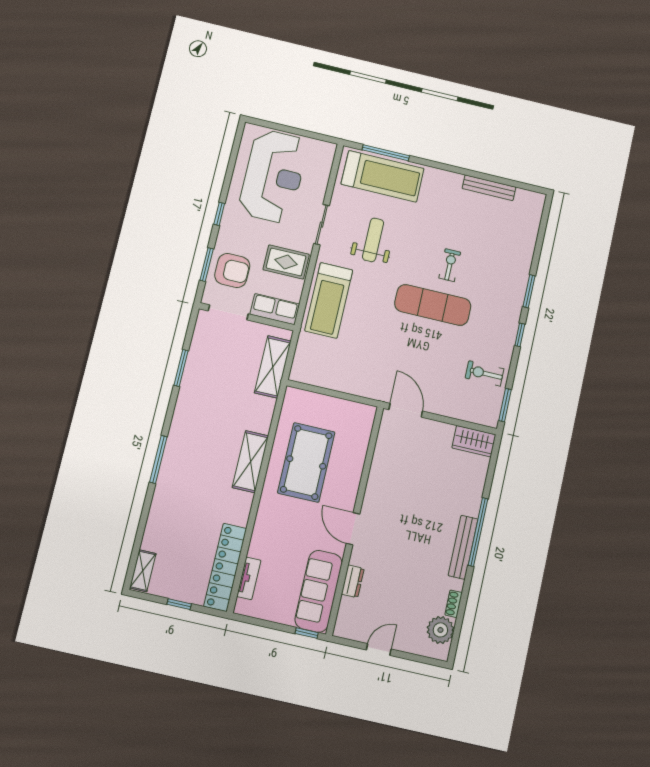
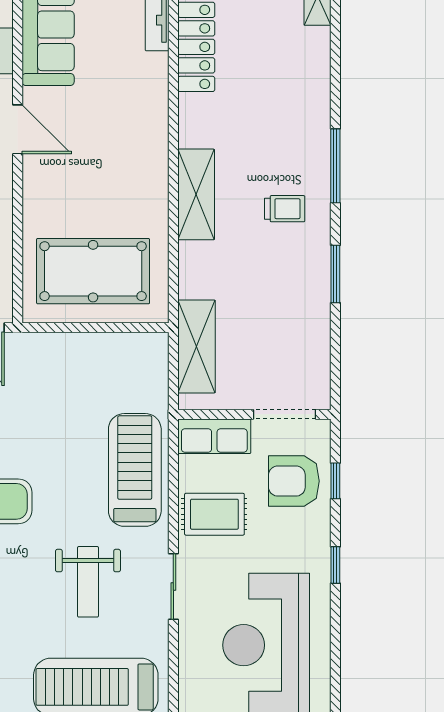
window: (207, 265) -> (335, 481), width x0.67
window: (181, 368) -> (335, 274), moved
trolley: (197, 440) -> (285, 209), added
pool table: (306, 462) -> (93, 271), moved, turned 90

